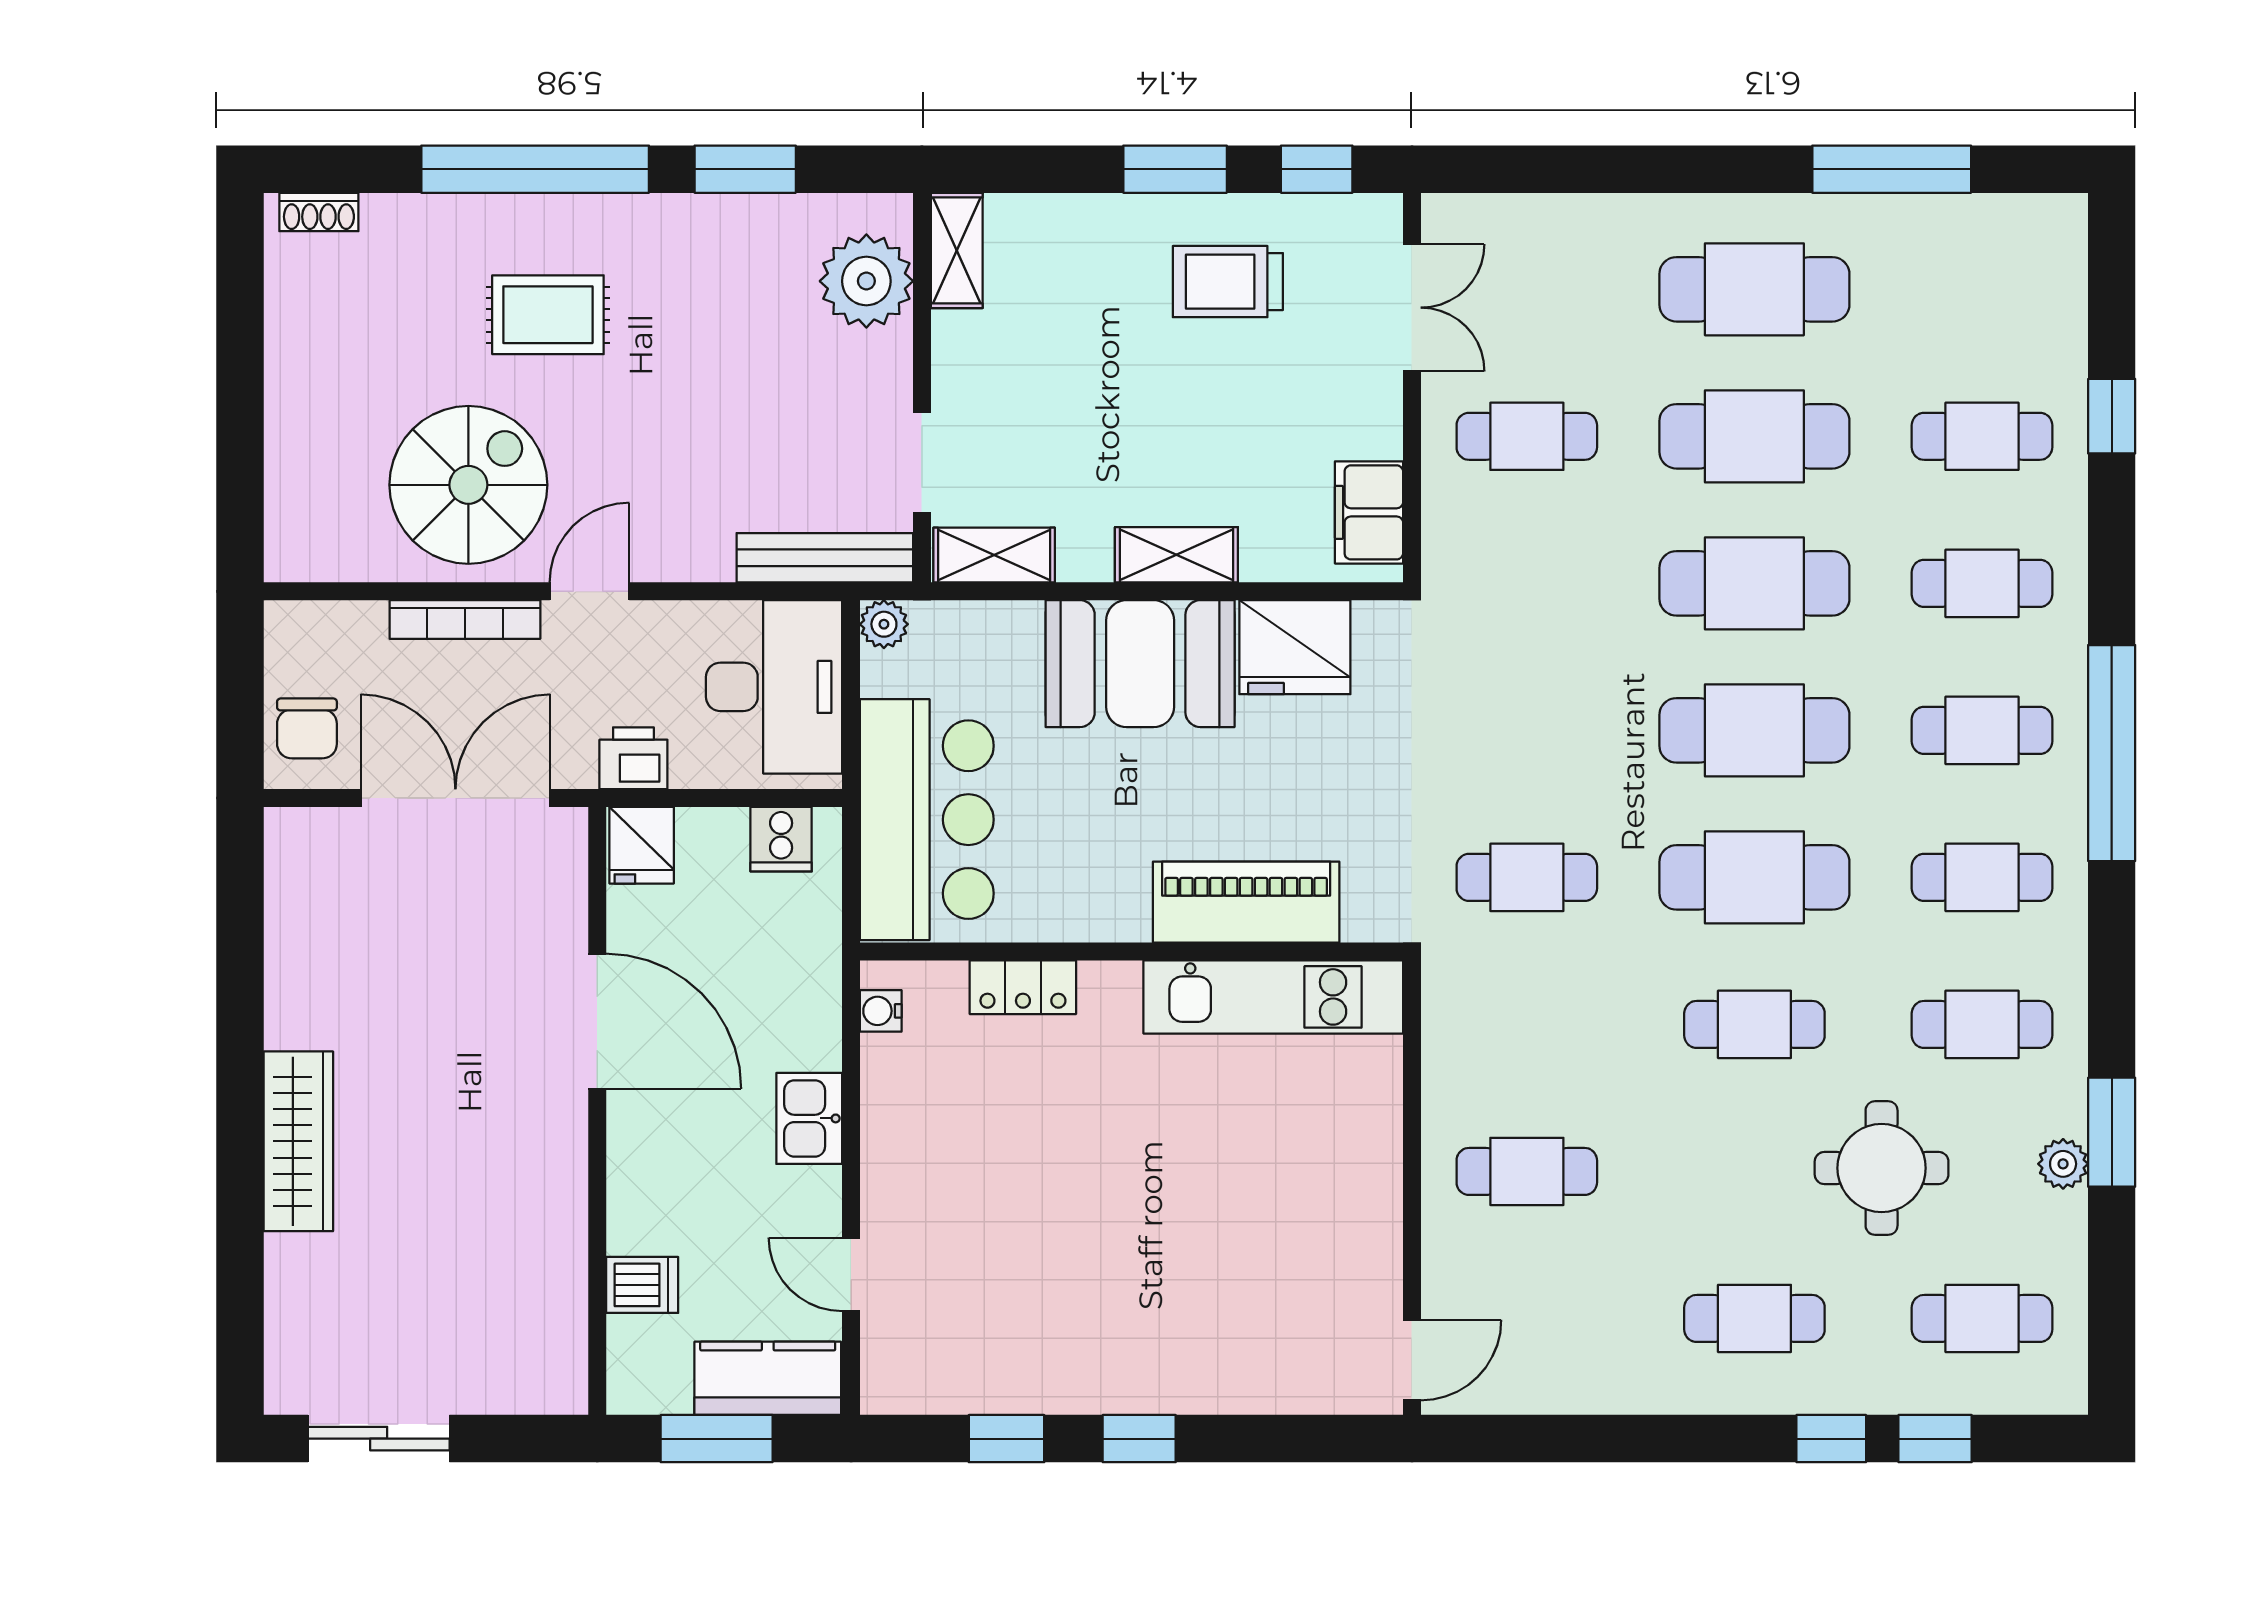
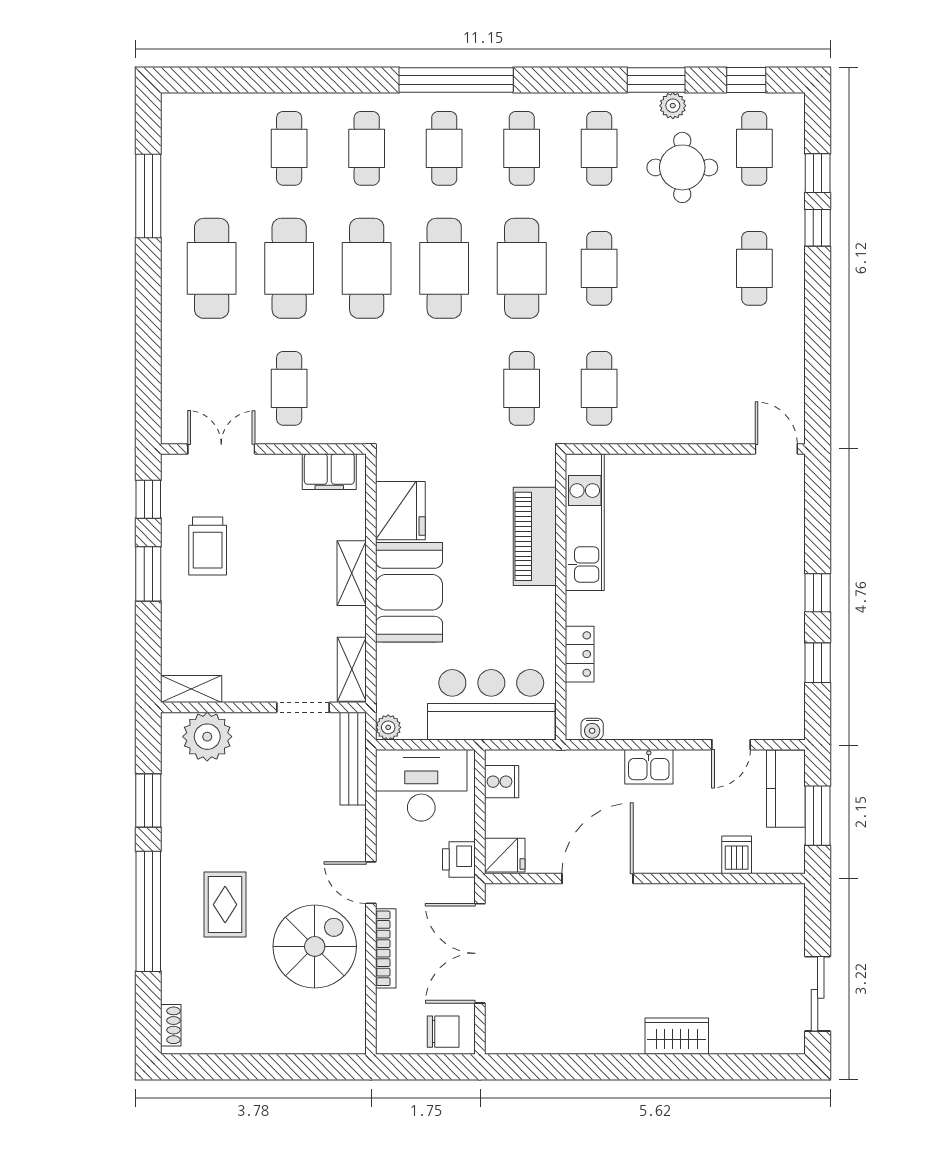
window: (2112, 416) -> (746, 80), moved
spiral stairs: (468, 485) -> (315, 946), turned 90
wardrobe: (298, 1141) -> (677, 1036), width x0.67
round table: (1882, 1168) -> (682, 167), moved
cafe table: (1527, 1171) -> (599, 388), moved

